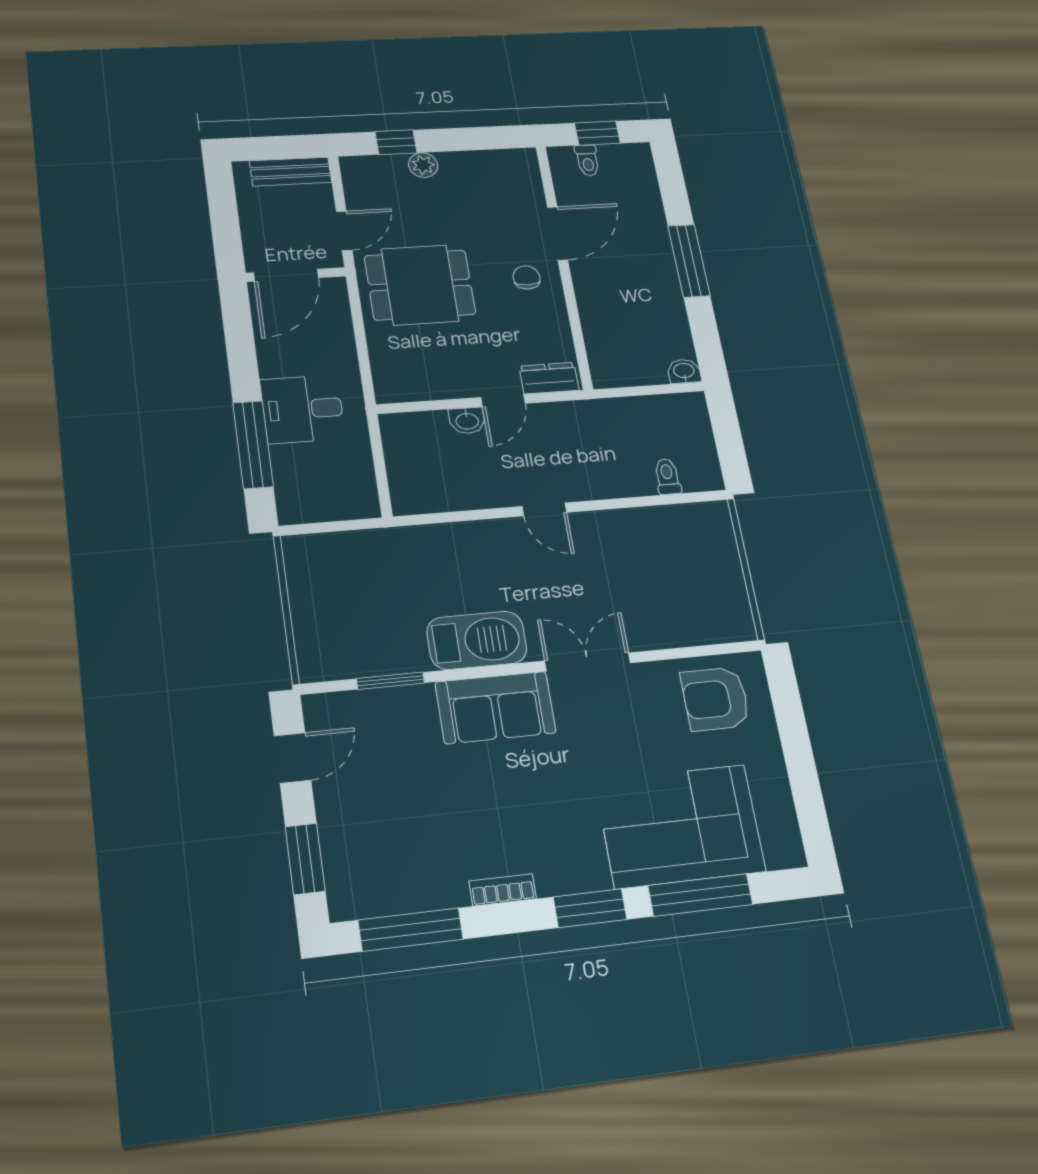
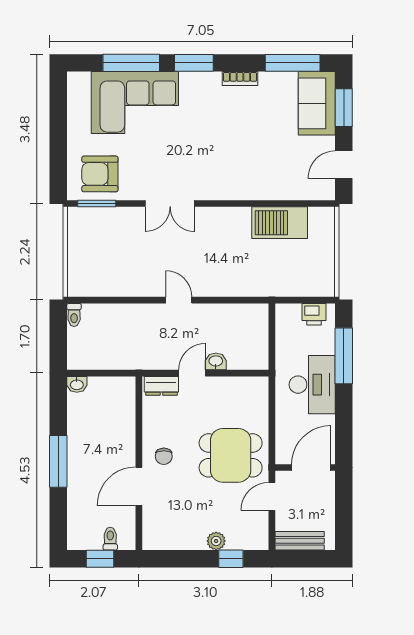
desk: (303, 409) -> (312, 385), width x1.37
toilet: (667, 477) -> (74, 315), moved
printer: (313, 506) -> (314, 314), added
barbecue: (477, 640) -> (280, 223), moved
window: (390, 681) -> (97, 204), moved
armchair: (715, 699) -> (100, 174), turned 180
sofa: (496, 707) -> (317, 103), moved, turned -90

